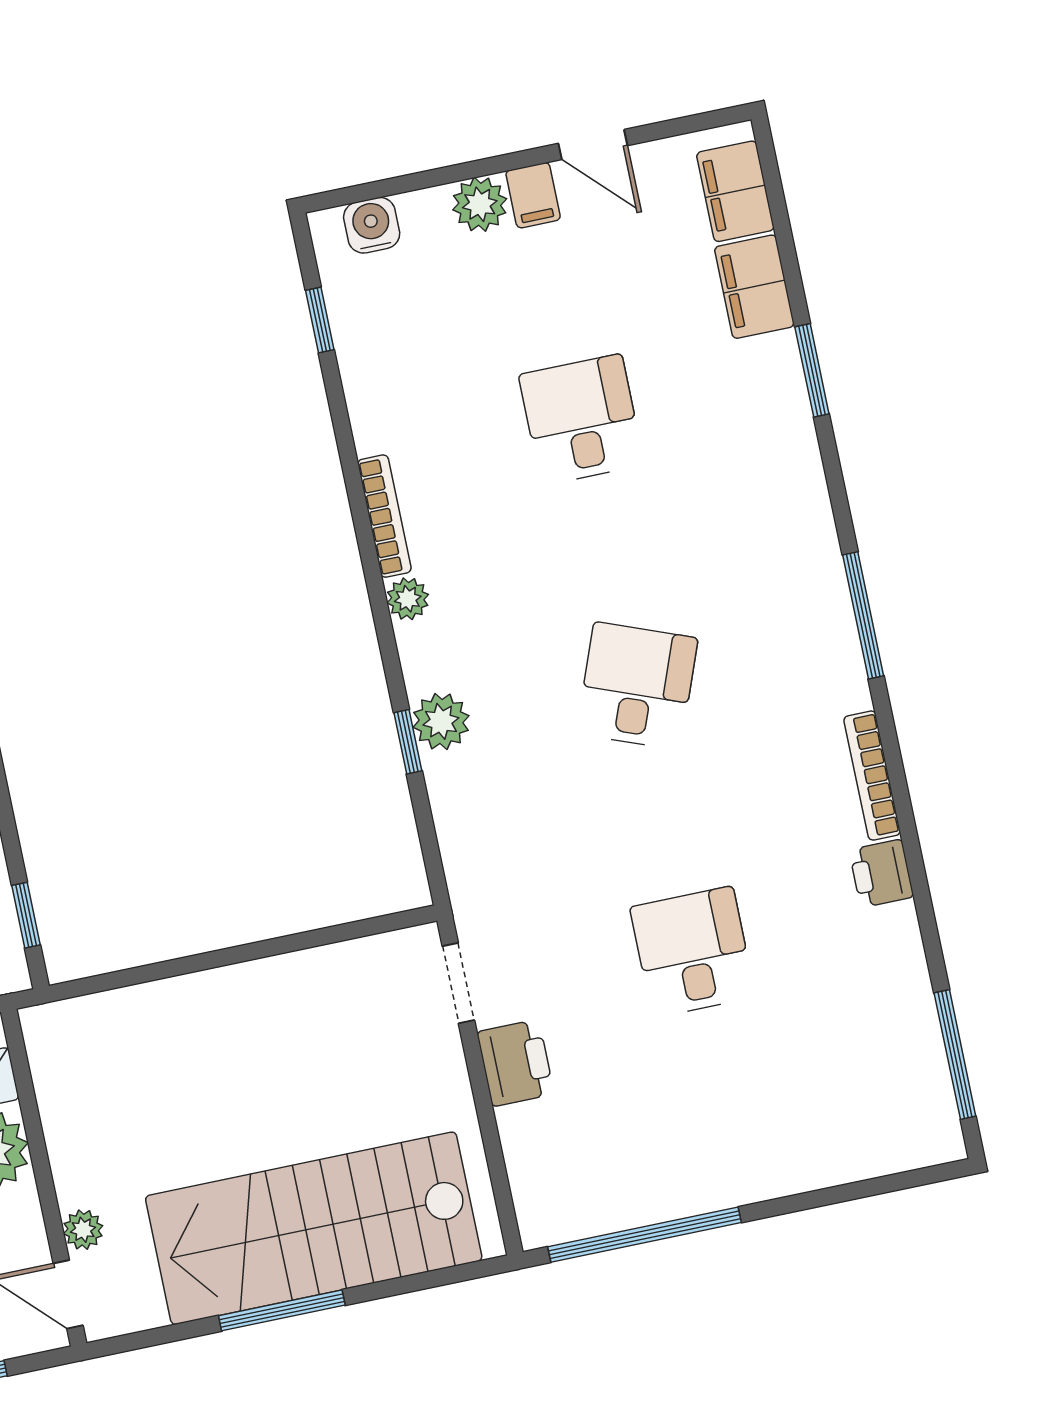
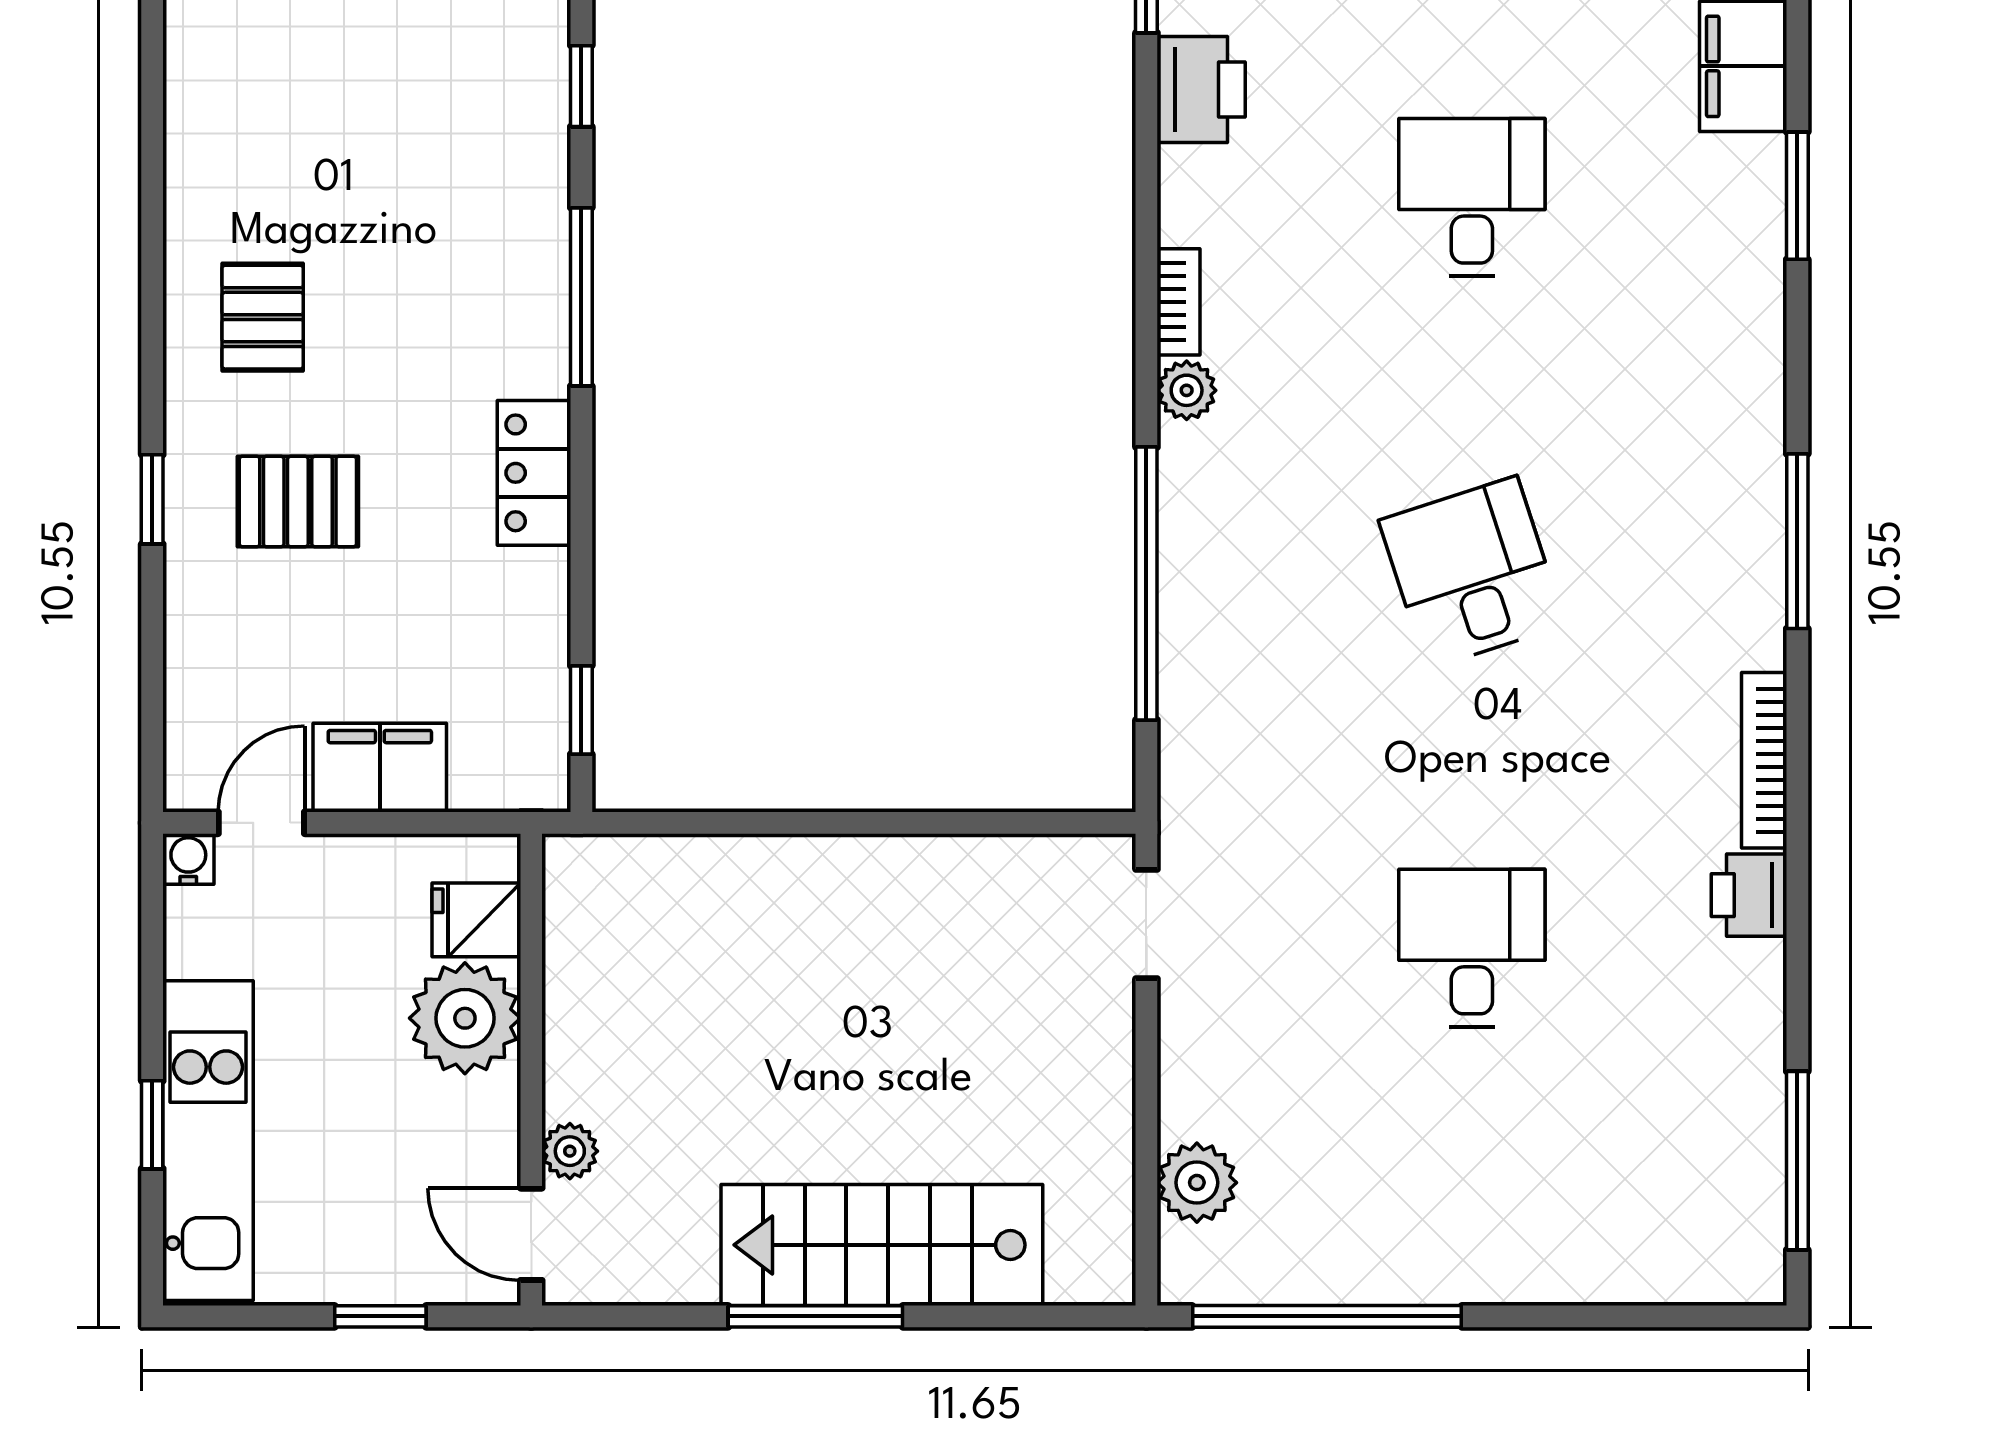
bookcase: (384, 516) -> (1178, 302), width x0.64
desk: (637, 686) -> (1472, 572), turned -39
plant: (441, 721) -> (1197, 1183), moved
window: (408, 742) -> (1146, 583), width x3.17
printer: (515, 1063) -> (1201, 89), moved
stairs: (314, 1228) -> (882, 1245), width x0.73, depth x0.66

